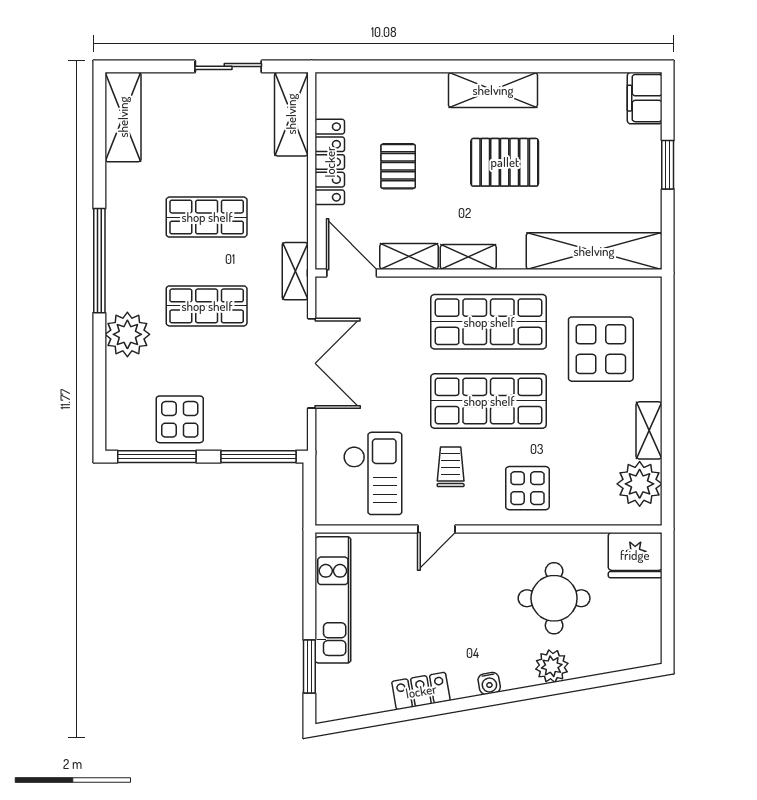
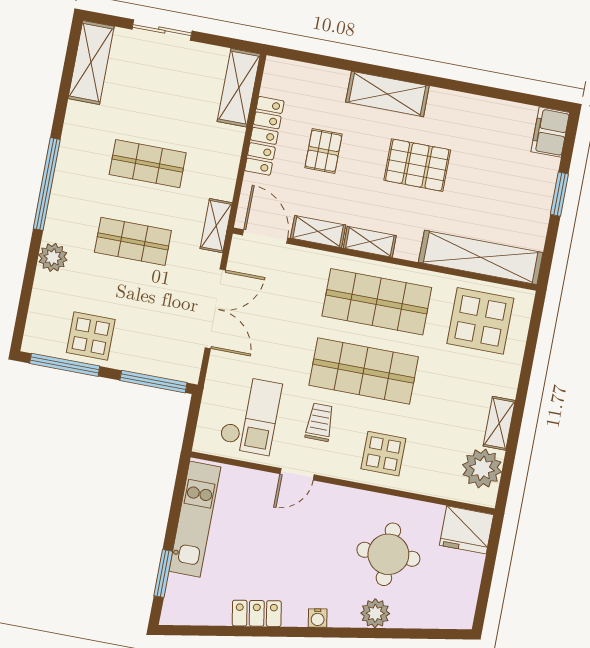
sliding door: (228, 66) -> (162, 30), moved
shelving: (493, 90) -> (387, 94), moved
plant: (127, 334) -> (53, 257), width x0.73, depth x0.73
display table: (601, 349) -> (480, 321), moved

